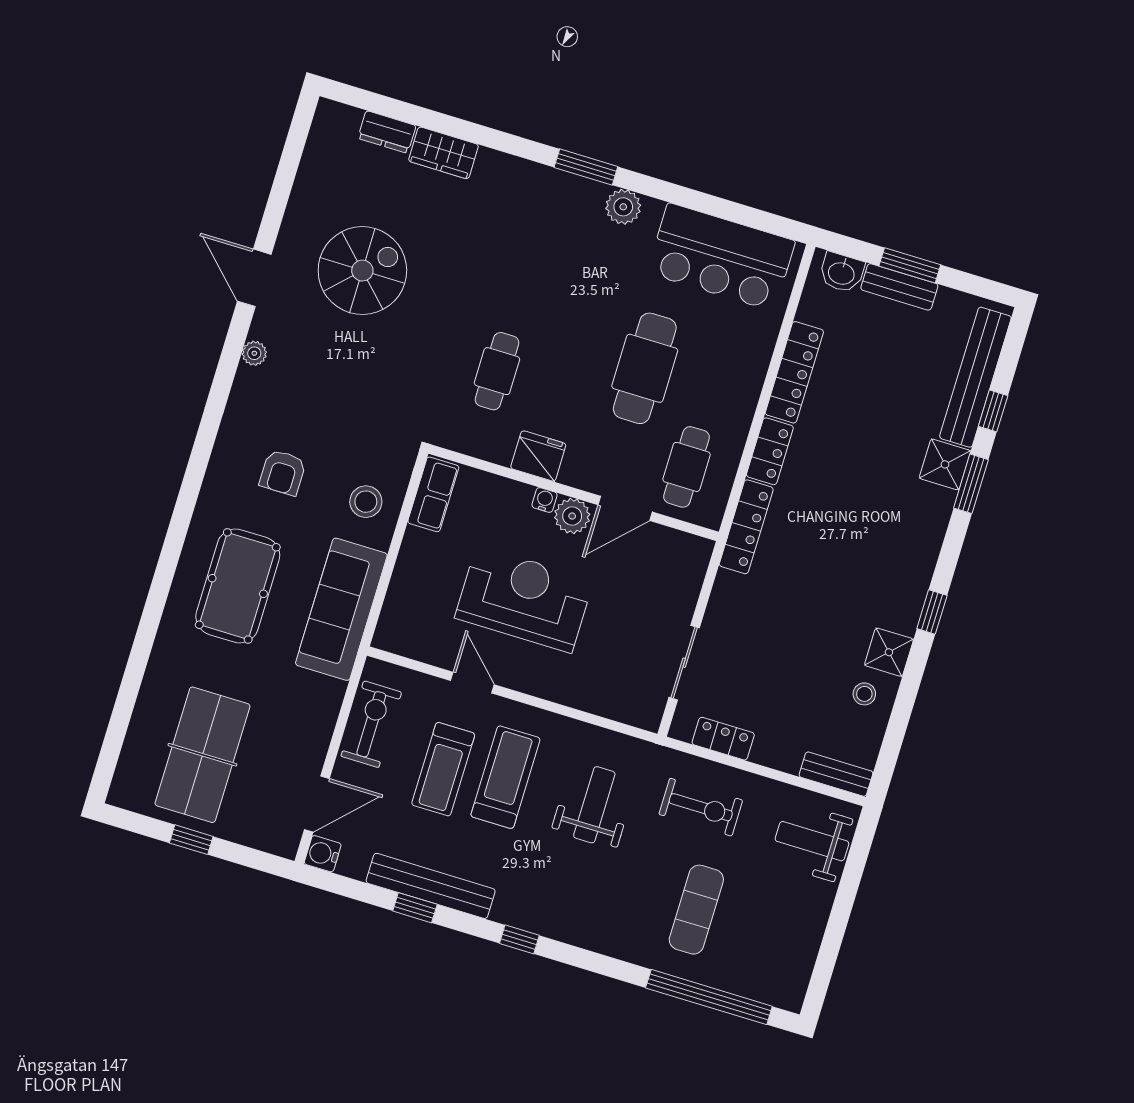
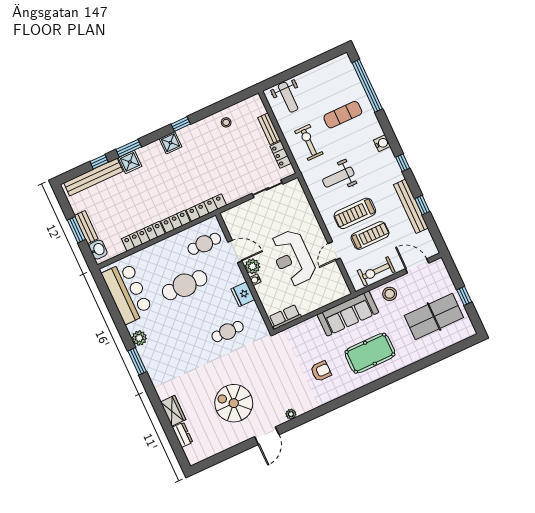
stool: (366, 502) -> (390, 294), moved
shower: (889, 652) -> (170, 143), moved
bench: (836, 774) -> (269, 129), moved
water cooler: (323, 854) -> (382, 143), moved, turned -90

